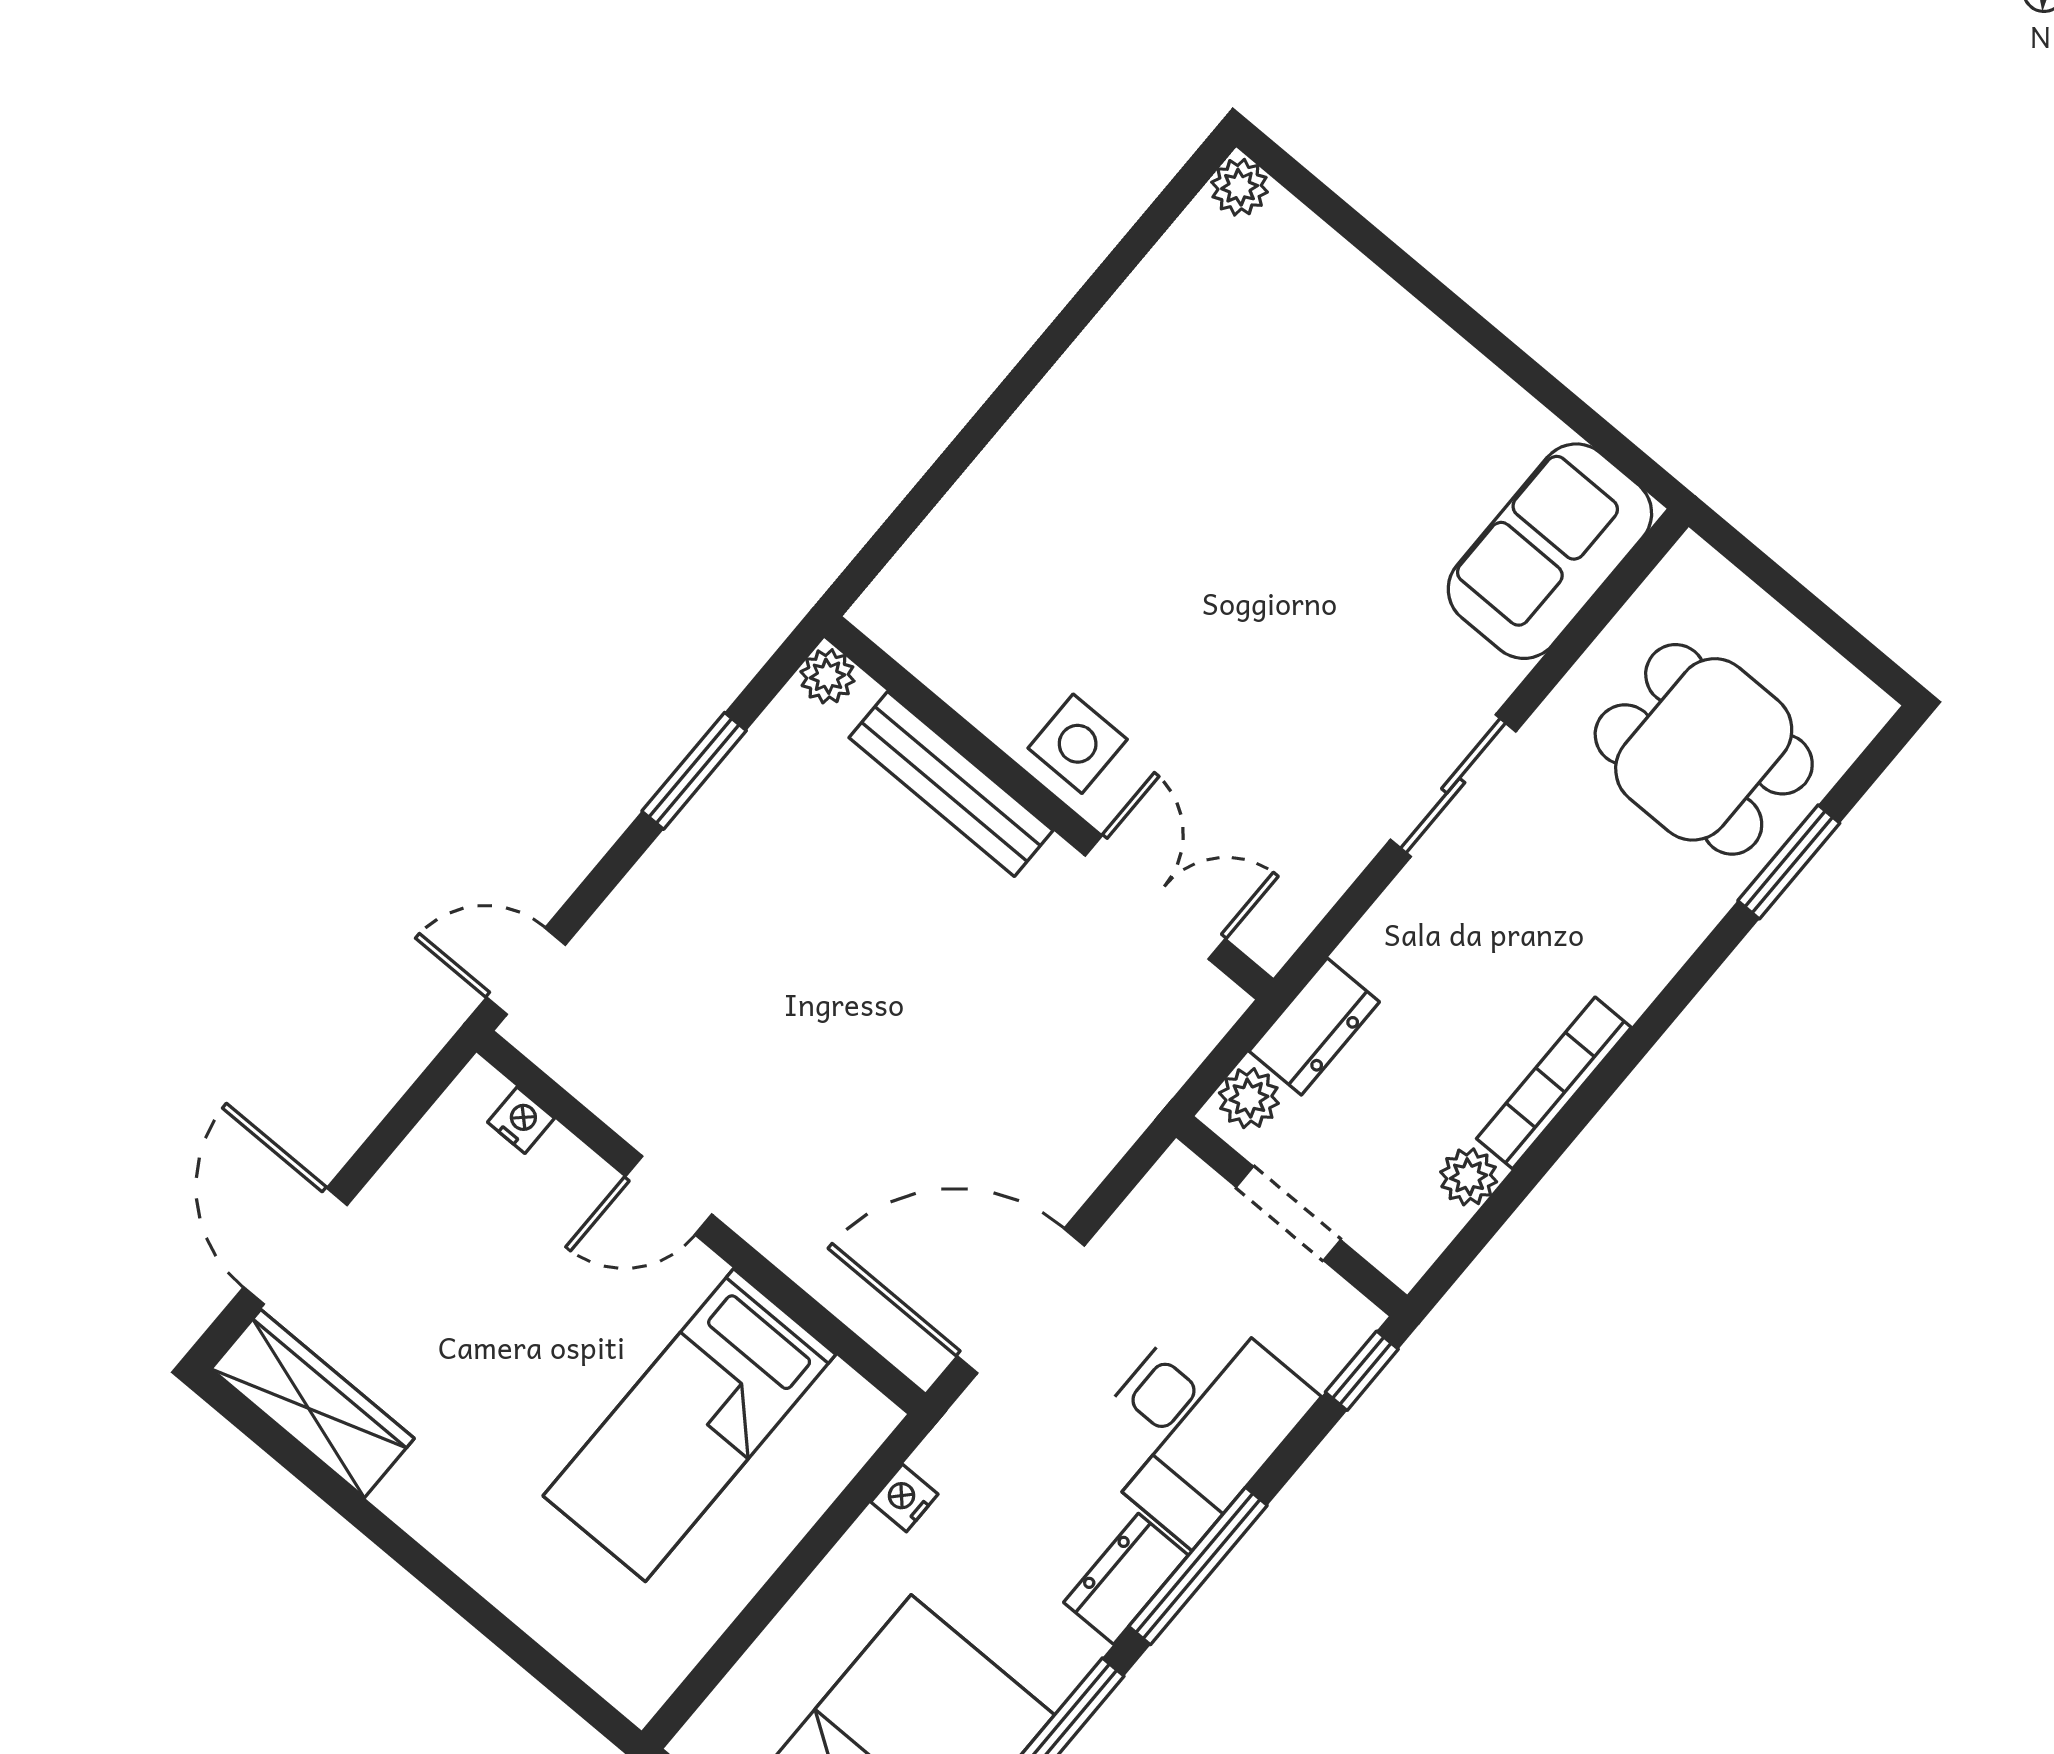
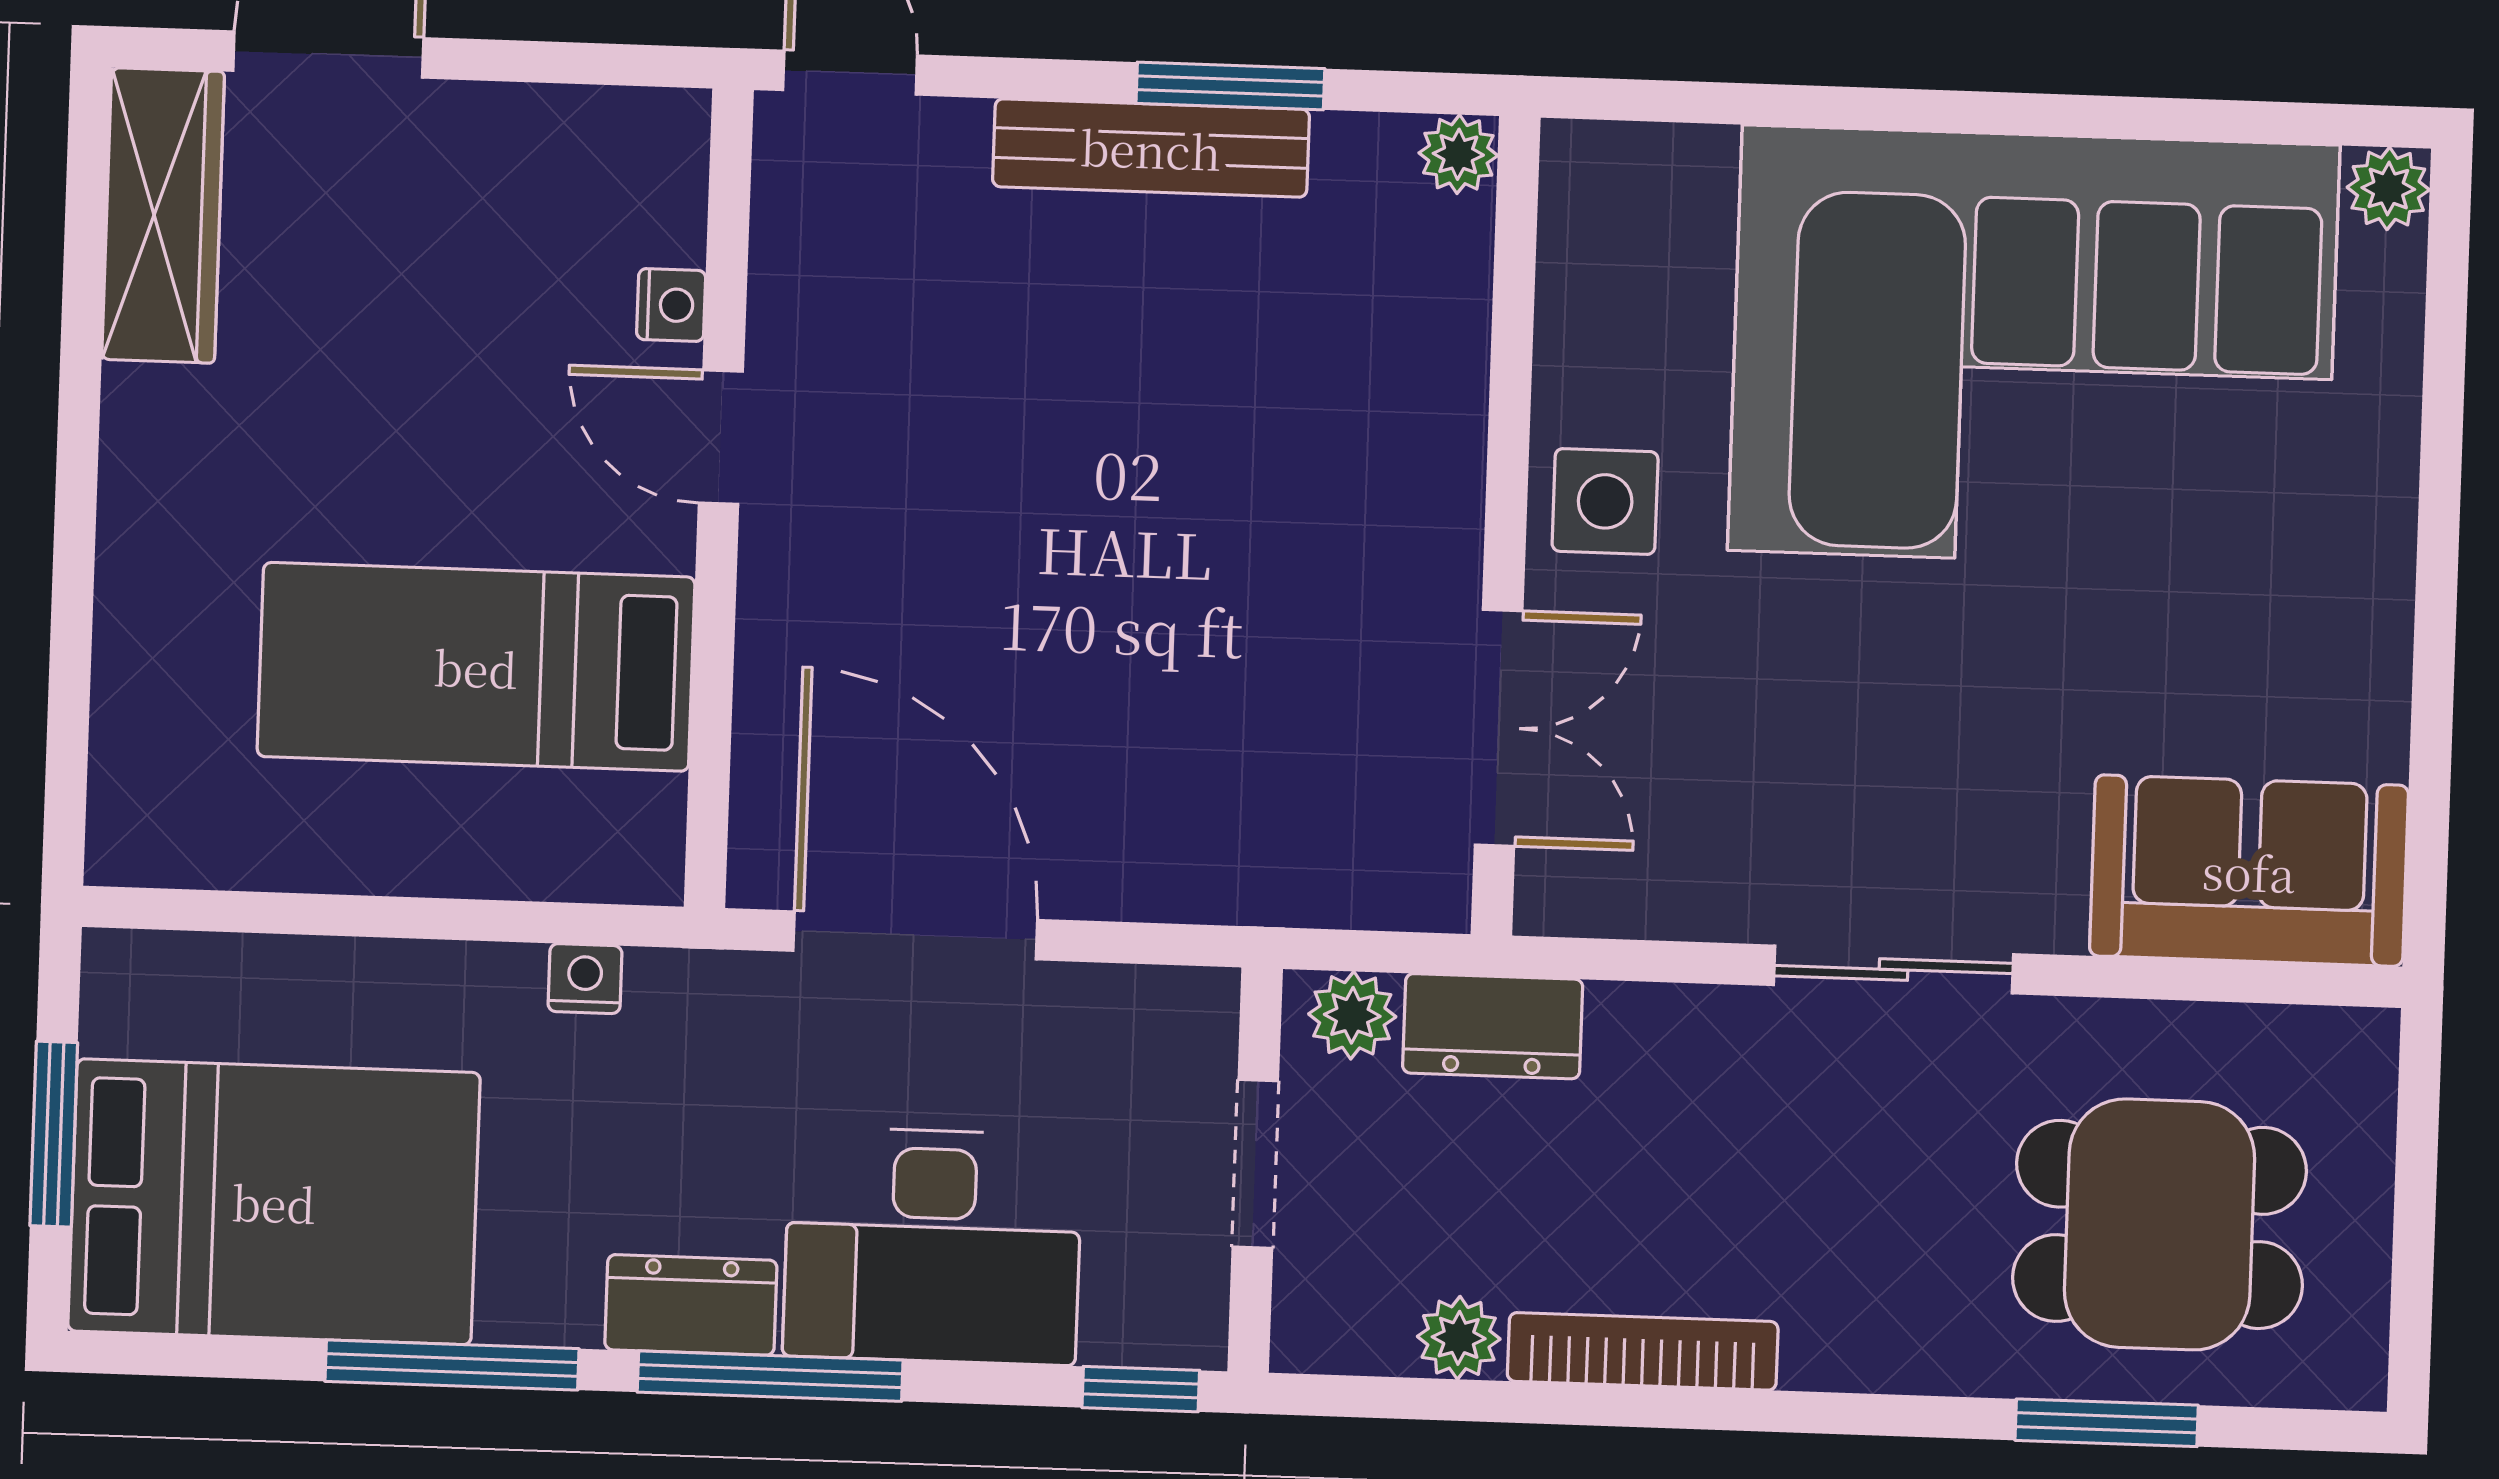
corner sofa: (1176, 447) -> (2034, 348), added
dining table: (1704, 749) -> (2159, 1224), turned 90
bench: (951, 784) -> (1151, 148), moved, turned 90
nightstand: (521, 1120) -> (671, 305), moved

